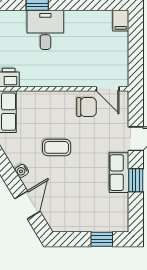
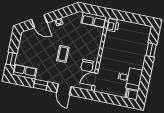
desk: (45, 30) -> (130, 78), moved
coffee table: (57, 147) -> (63, 54), moved
row of seats: (119, 173) -> (25, 72), moved

